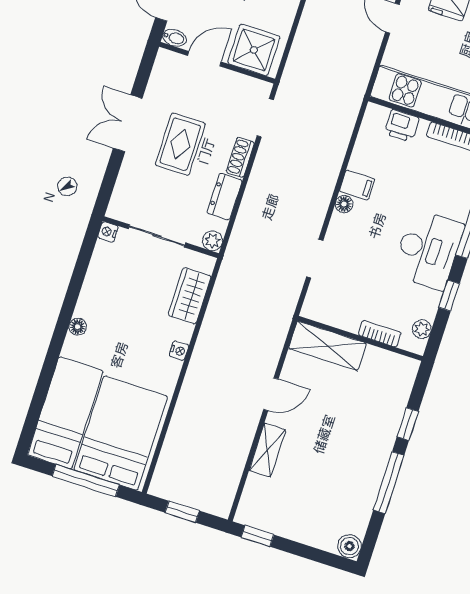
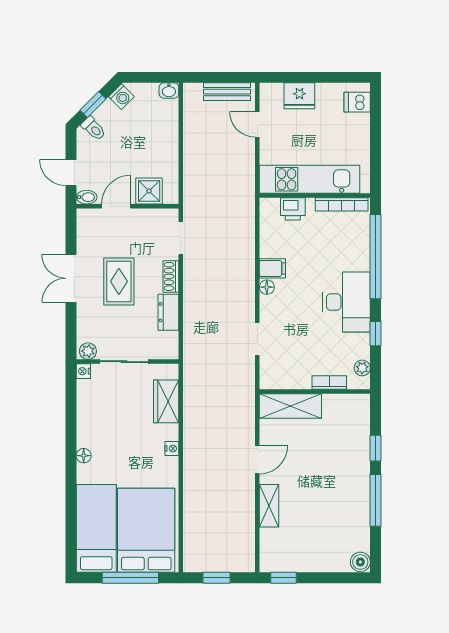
shower: (254, 50) -> (149, 191), width x0.73, depth x0.73
plant: (212, 241) -> (88, 351), moved

